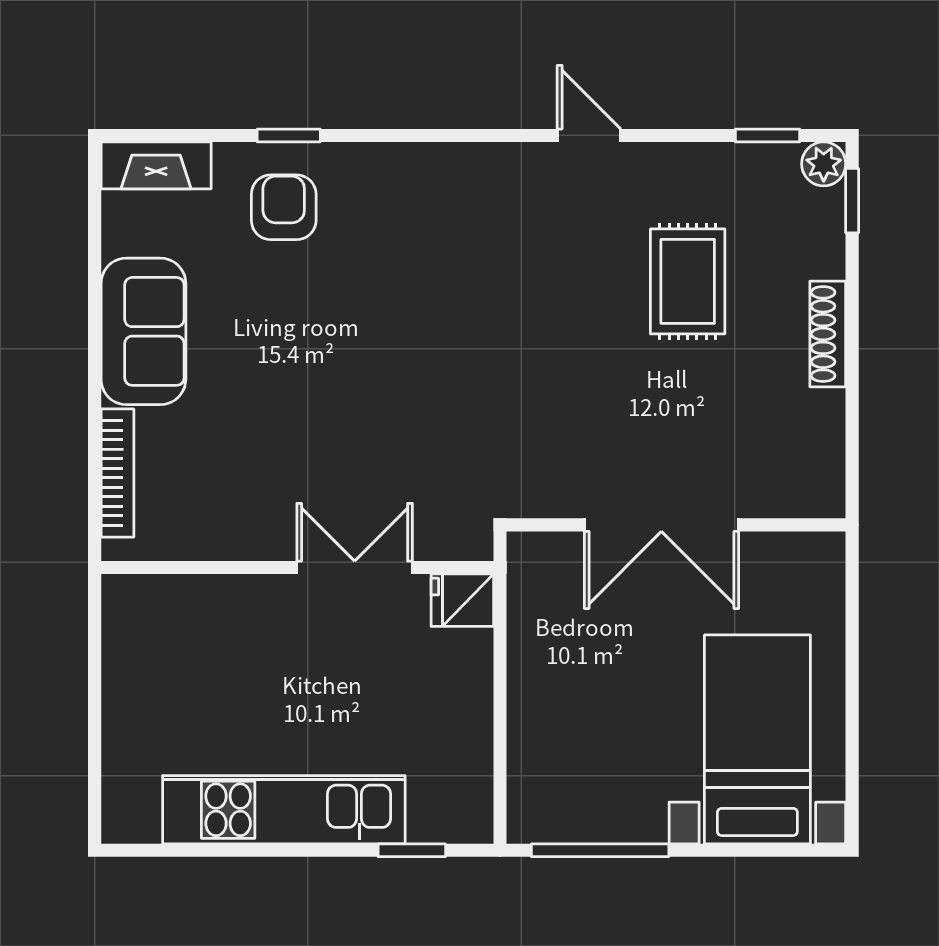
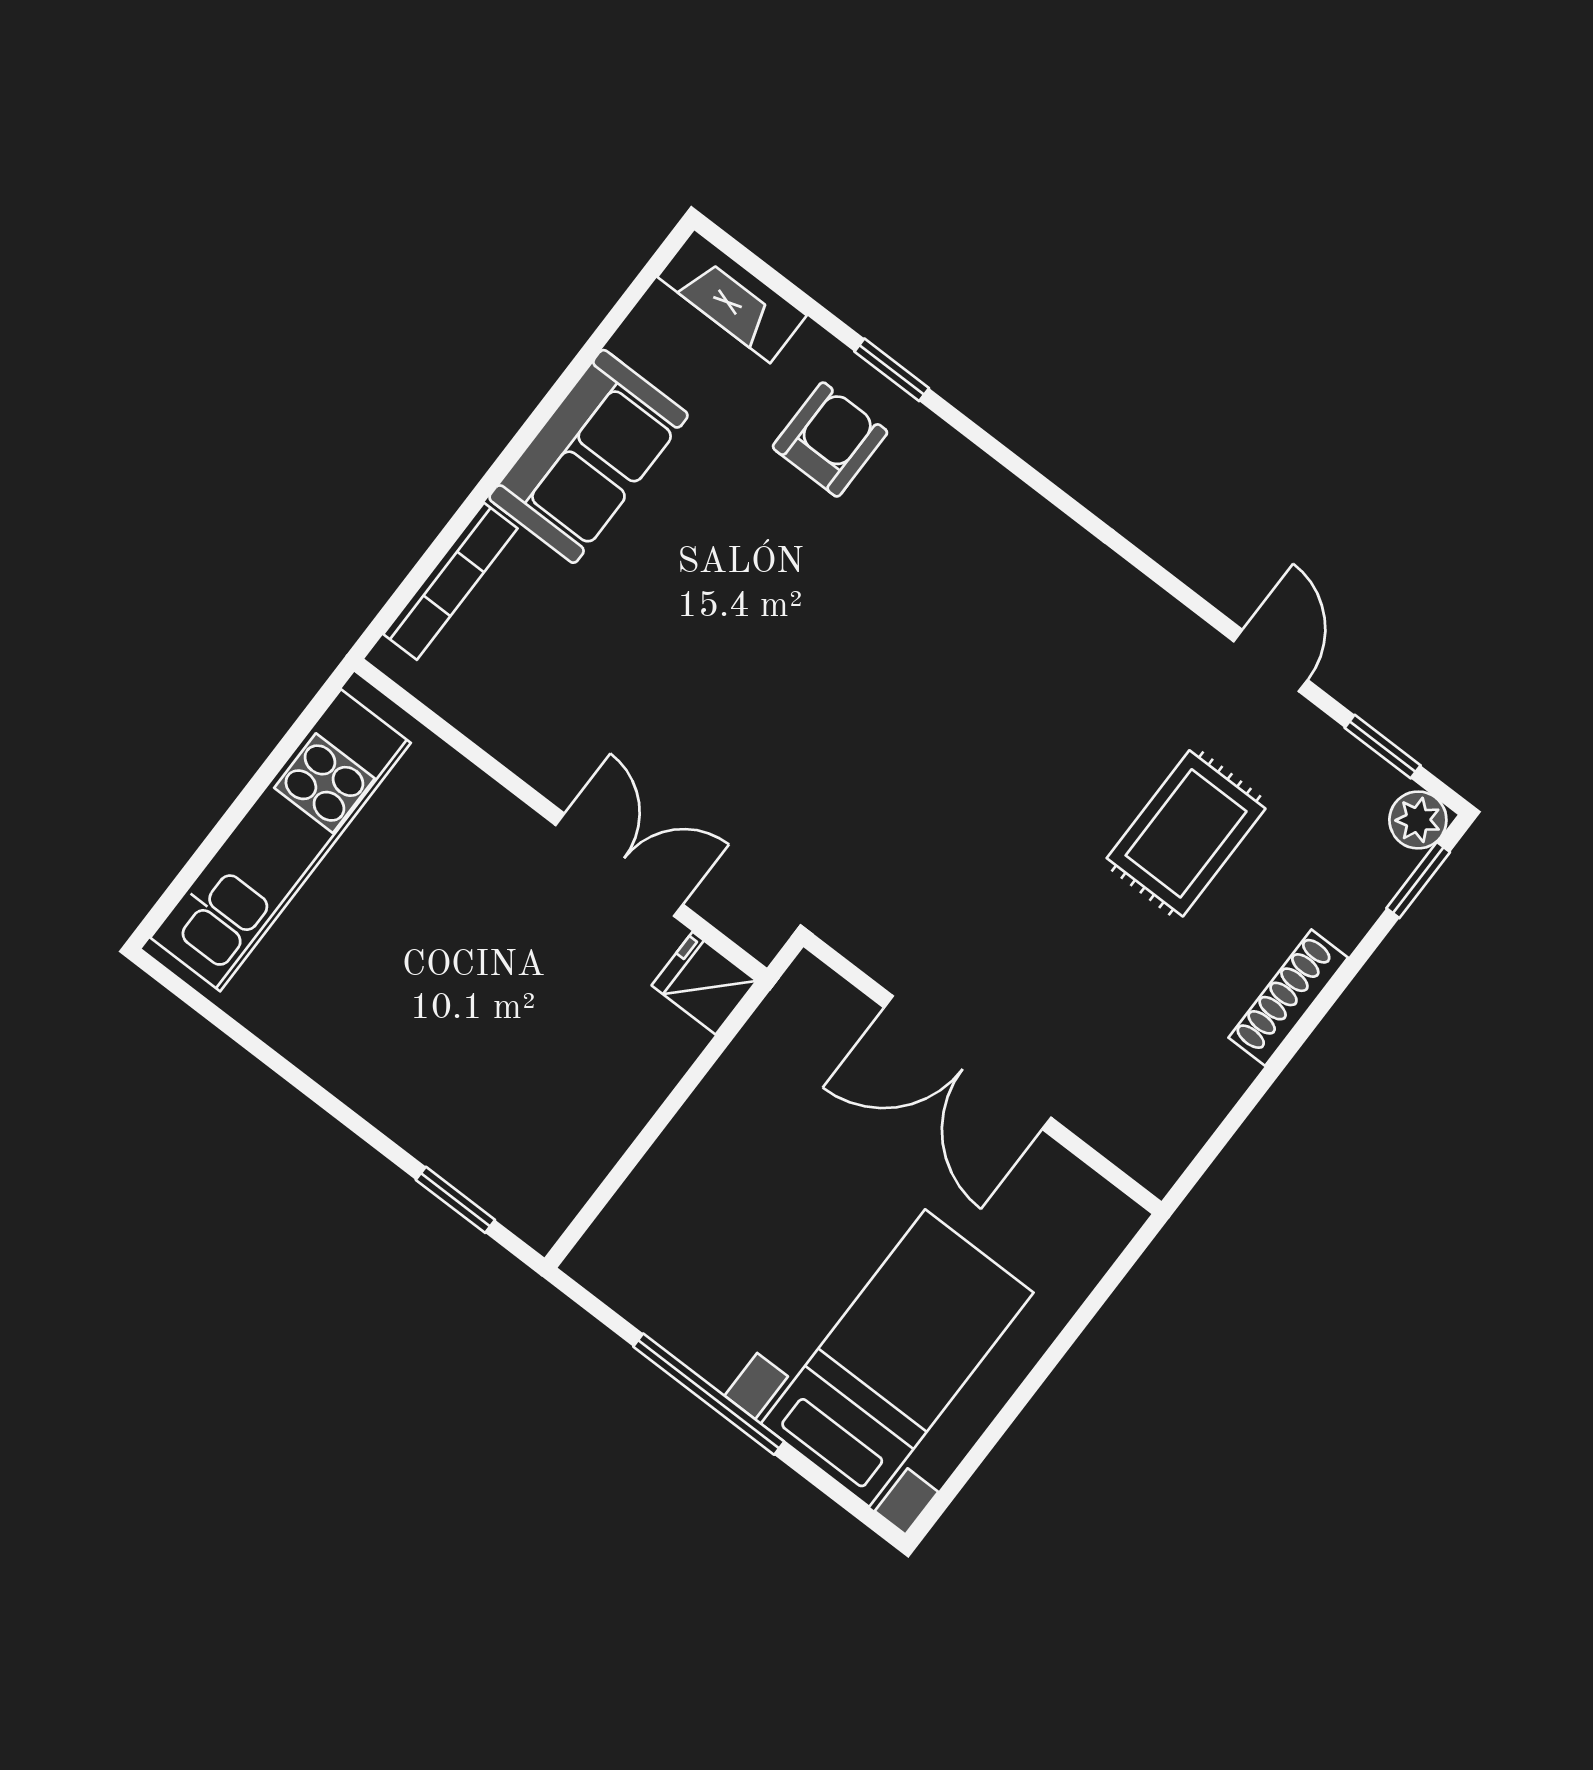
door: (589, 135) -> (1271, 661), moved
kitchen unit: (284, 810) -> (281, 840), moved, turned 90
window: (600, 850) -> (709, 1394), moved

